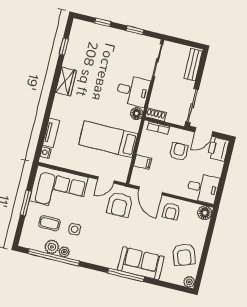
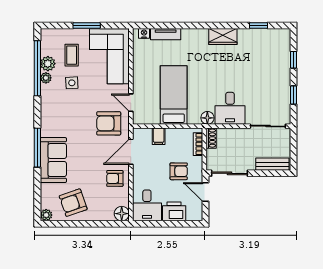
printer: (218, 149) -> (174, 211), moved

